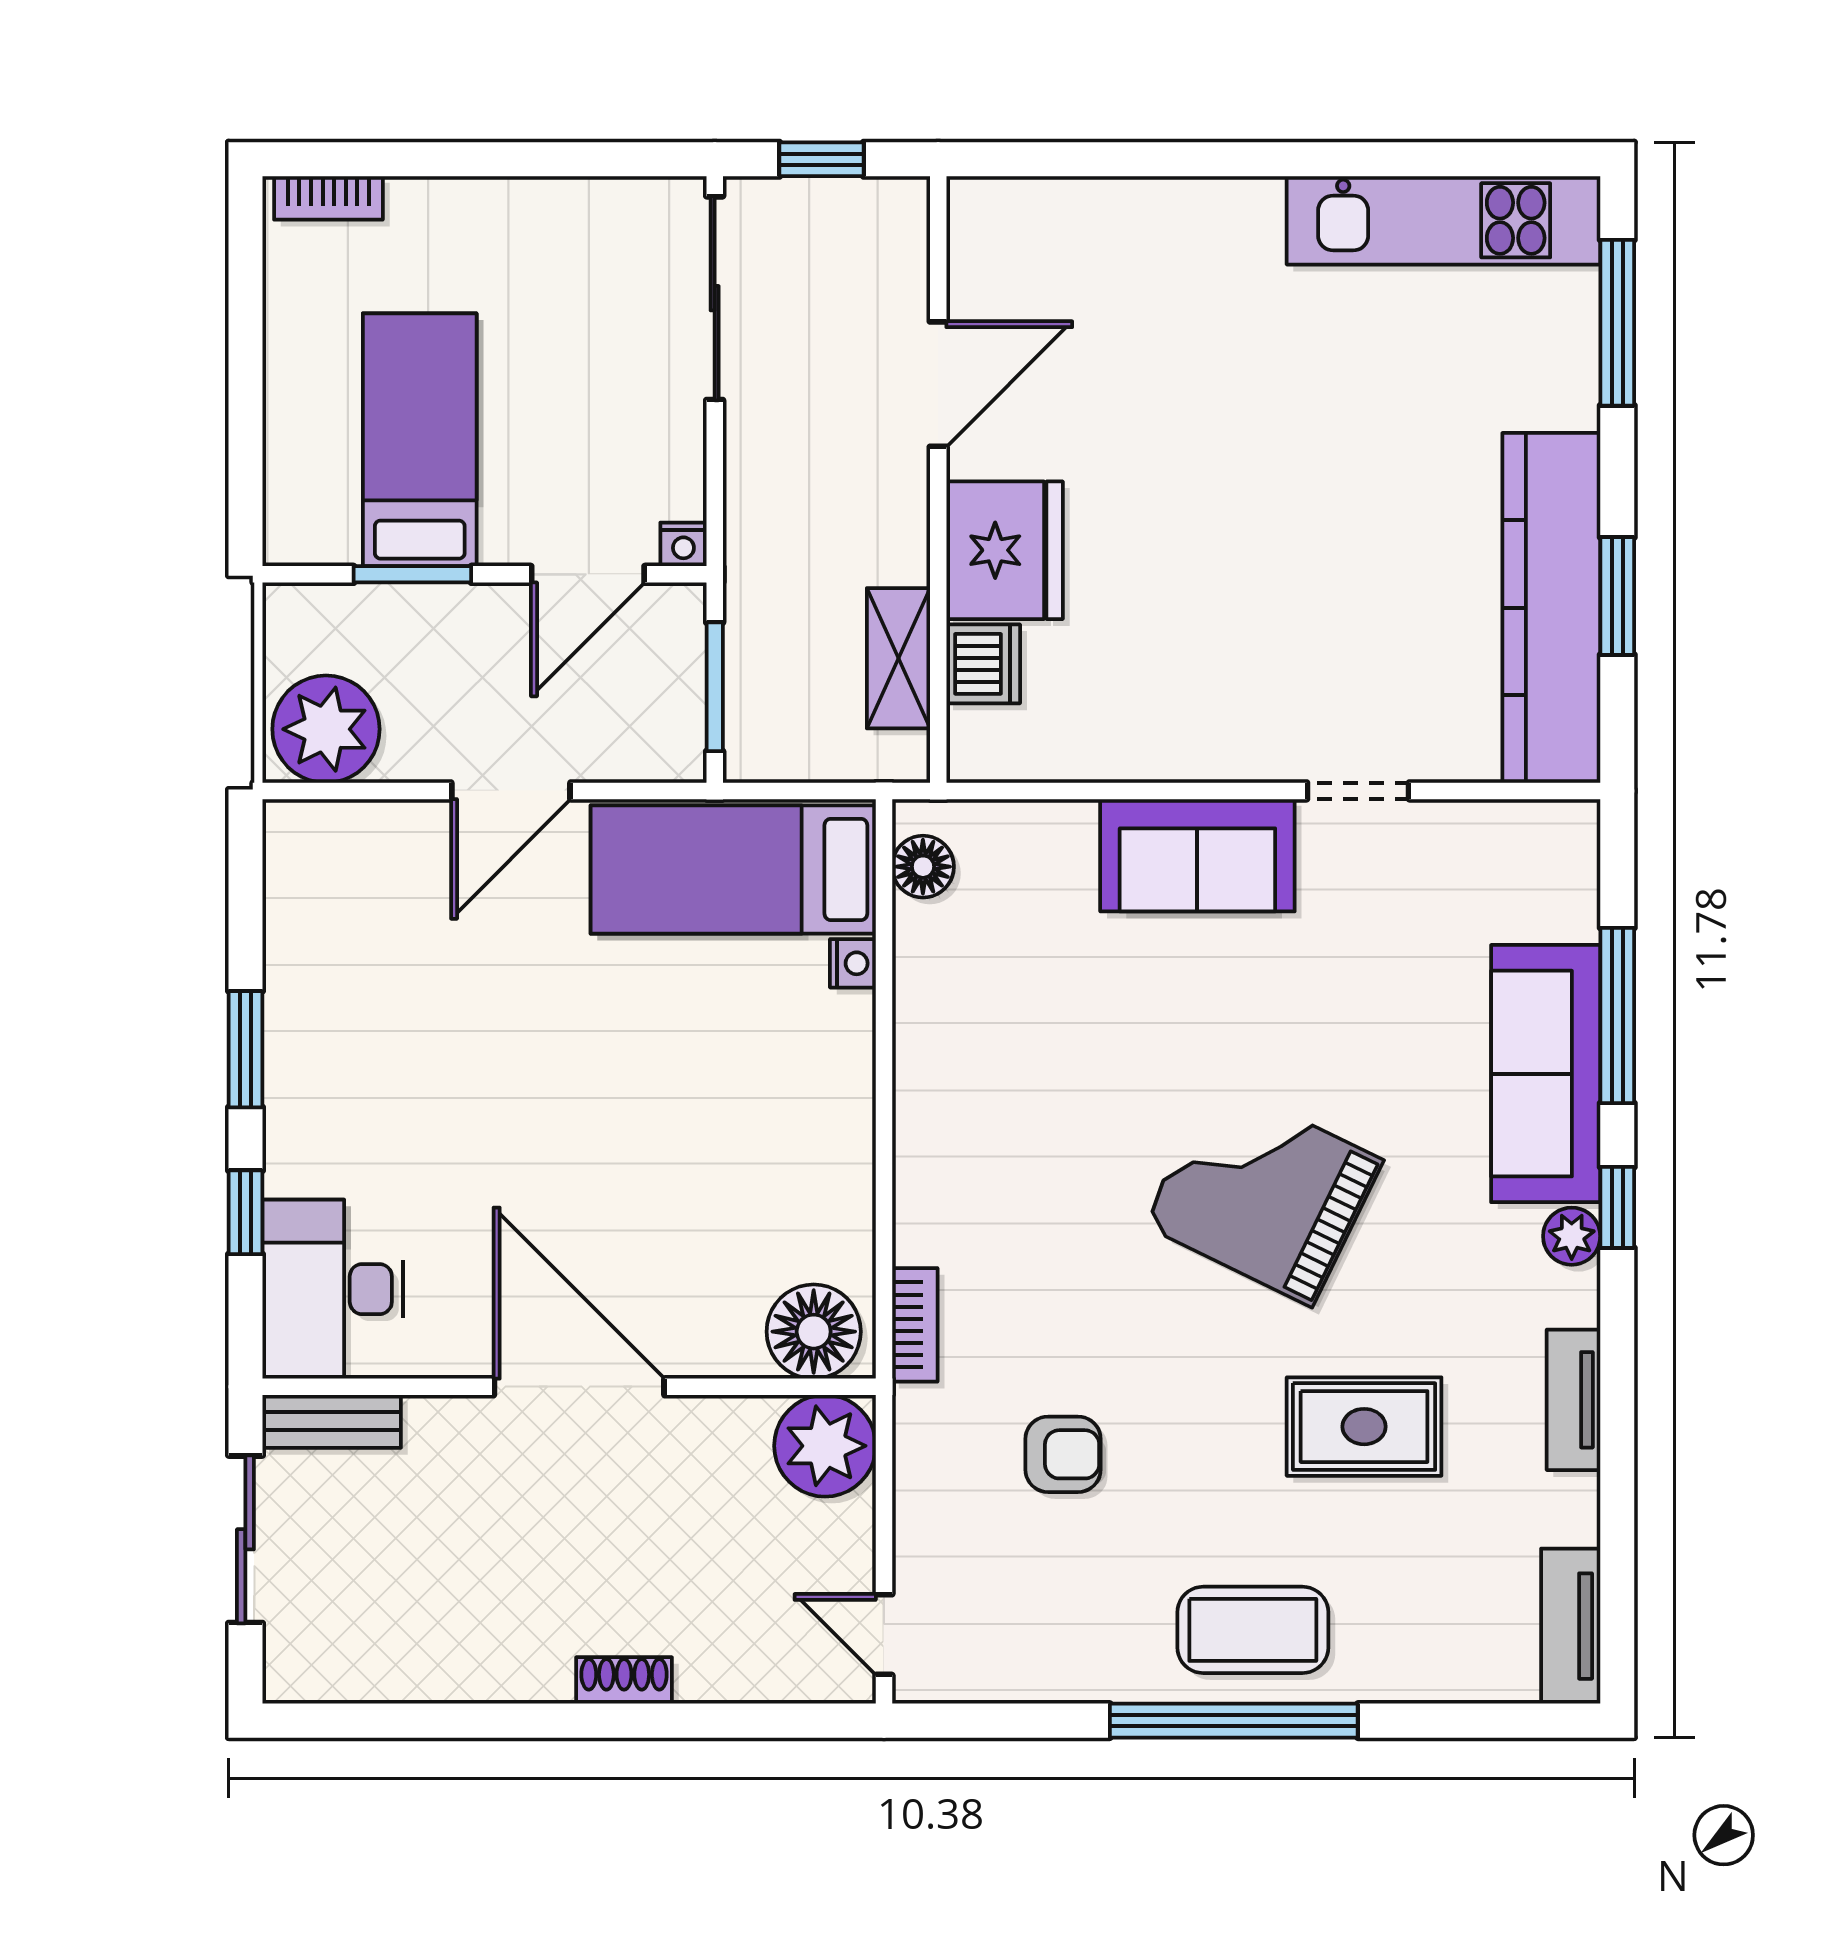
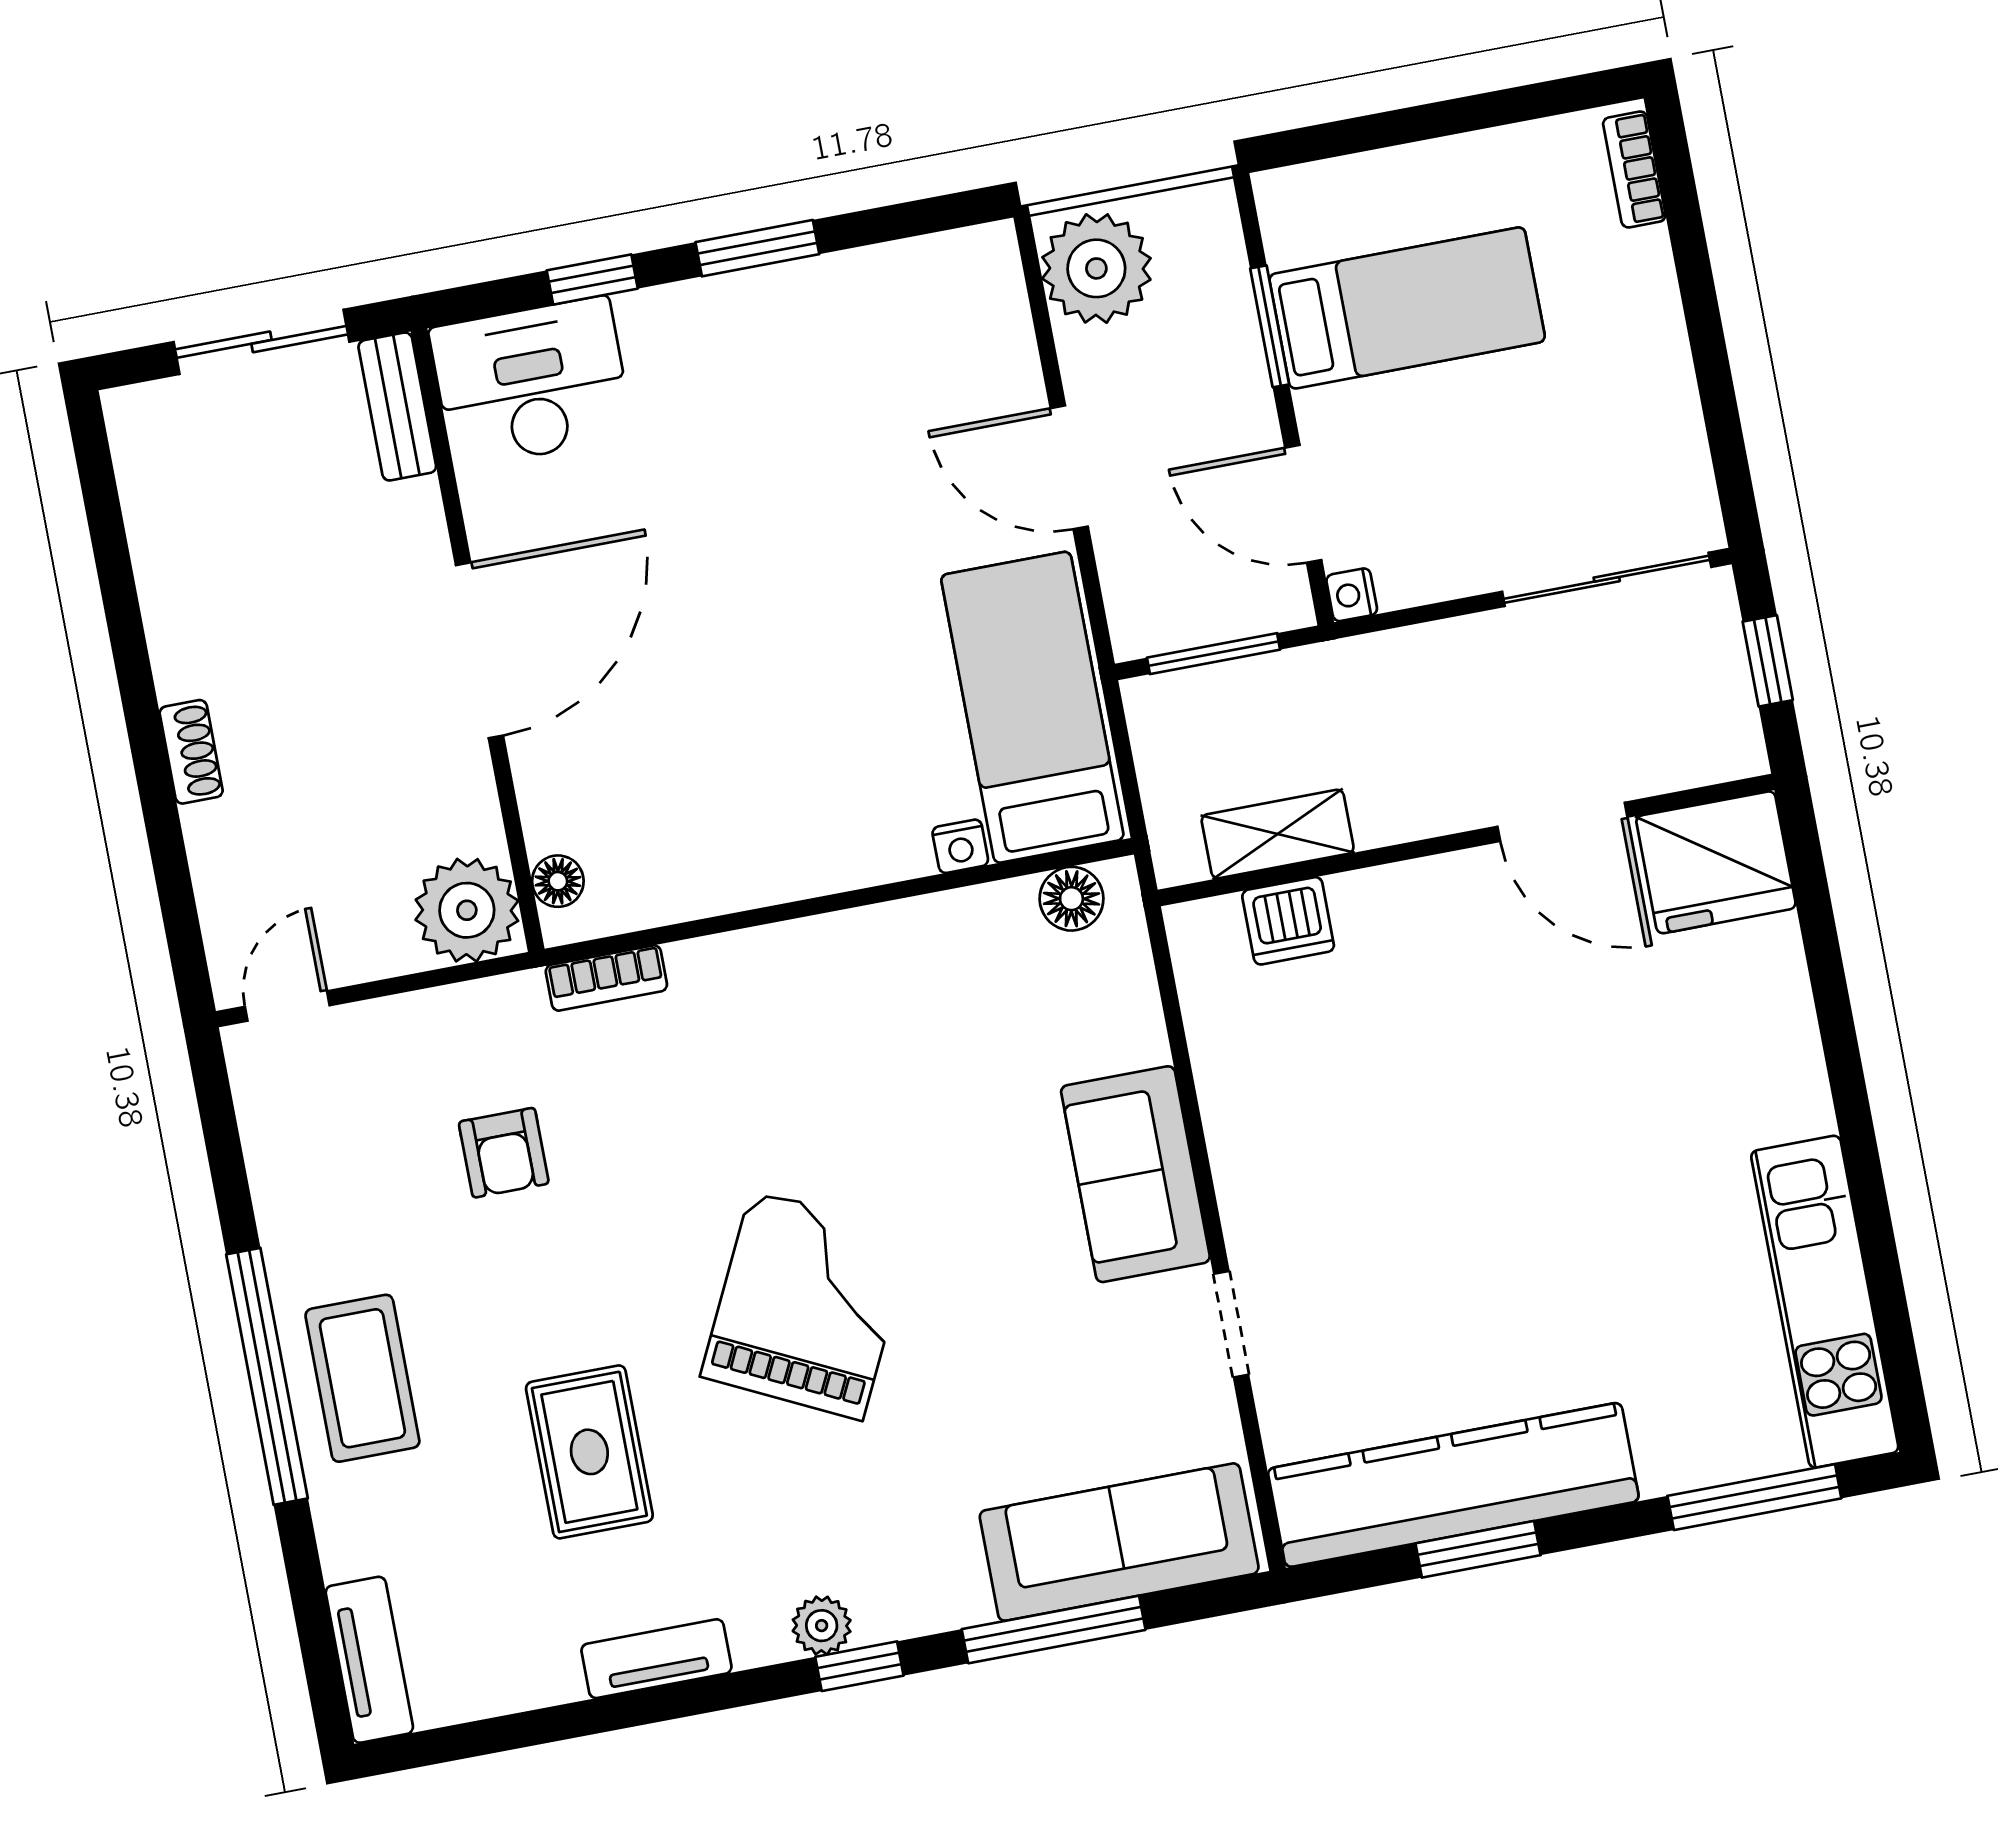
fridge: (1005, 550) -> (1716, 862), moved
sofa: (1546, 1074) -> (1119, 1542), moved
floor lamp: (814, 1332) -> (558, 881), width x0.53, depth x0.53
tv unit: (1571, 1626) -> (369, 1660), moved, turned 90

